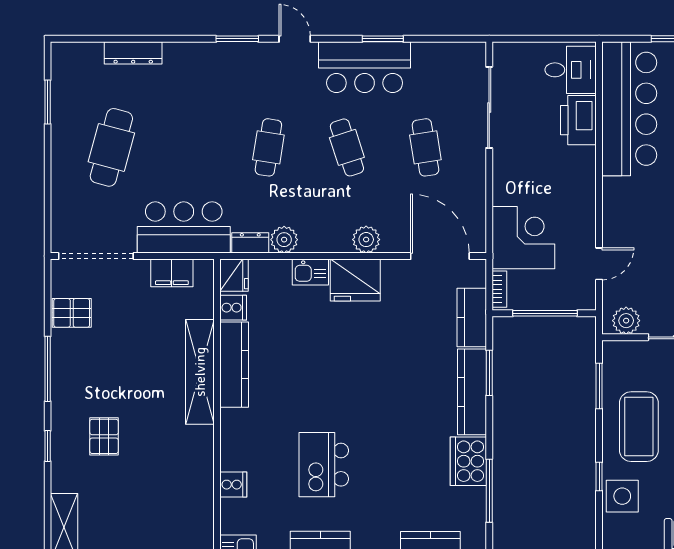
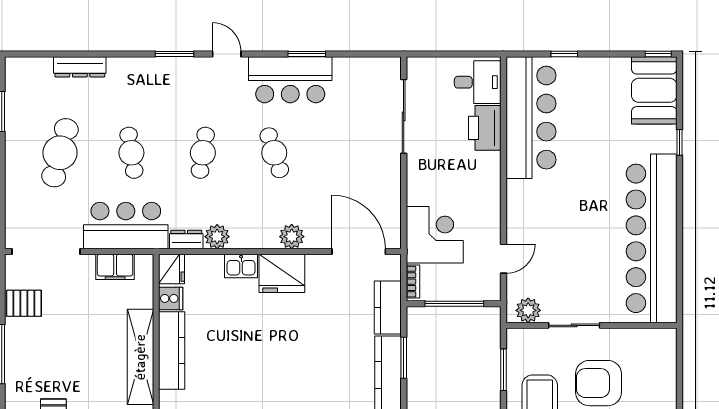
cafe table: (425, 147) -> (131, 153), moved

